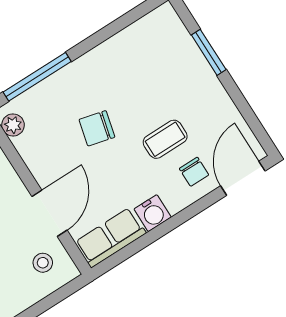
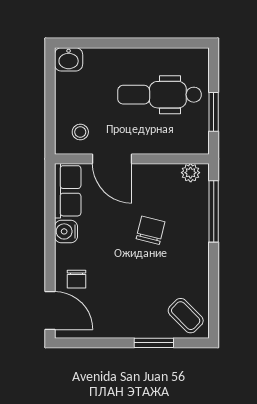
coffee table: (165, 139) -> (186, 316), moved, turned -45
chair: (194, 172) -> (76, 279), turned -90

